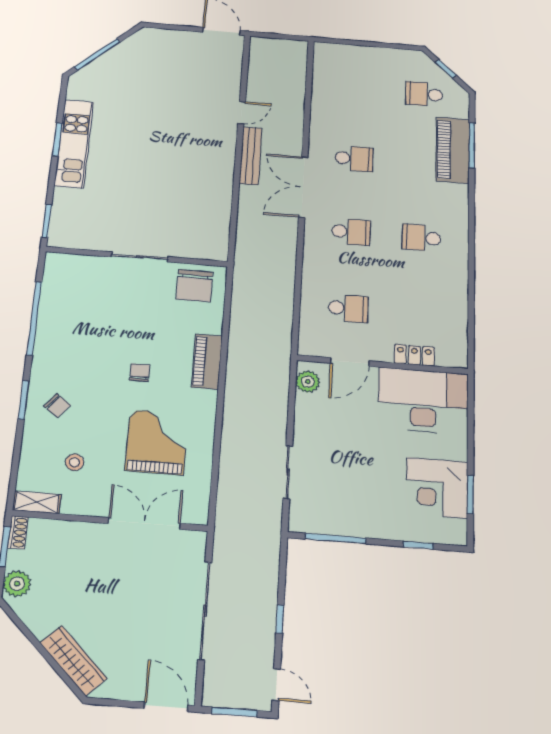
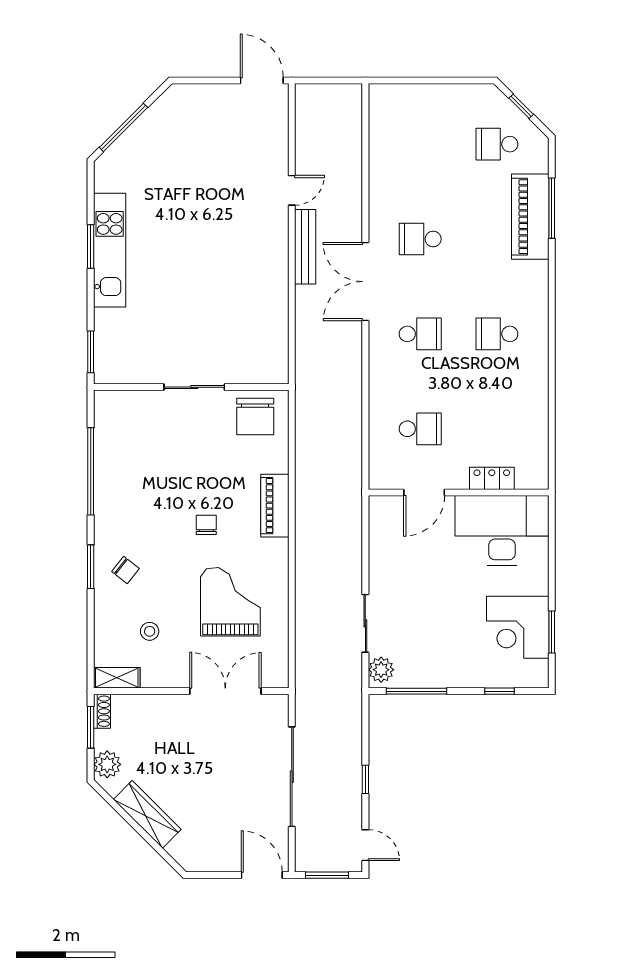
school desk: (354, 159) -> (420, 239), turned 180
plant: (308, 382) -> (381, 670), moved
wardrobe: (73, 660) -> (147, 814), moved

